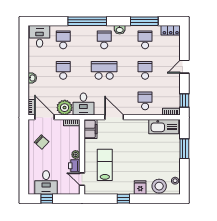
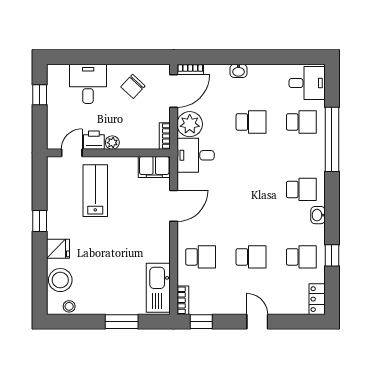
window: (87, 21) -> (332, 139), moved
window: (144, 21) -> (332, 255), width x0.46
school desk: (104, 70) -> (251, 189), removed
lab bench: (105, 165) -> (95, 191), turned -90
desk: (46, 182) -> (88, 84), moved, turned 90

